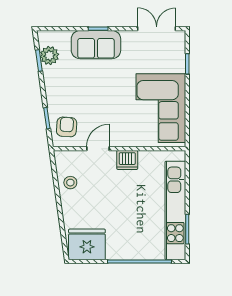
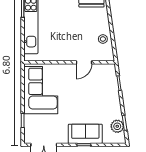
armchair: (67, 127) -> (105, 77), removed
dishwasher: (127, 160) -> (64, 55), removed

